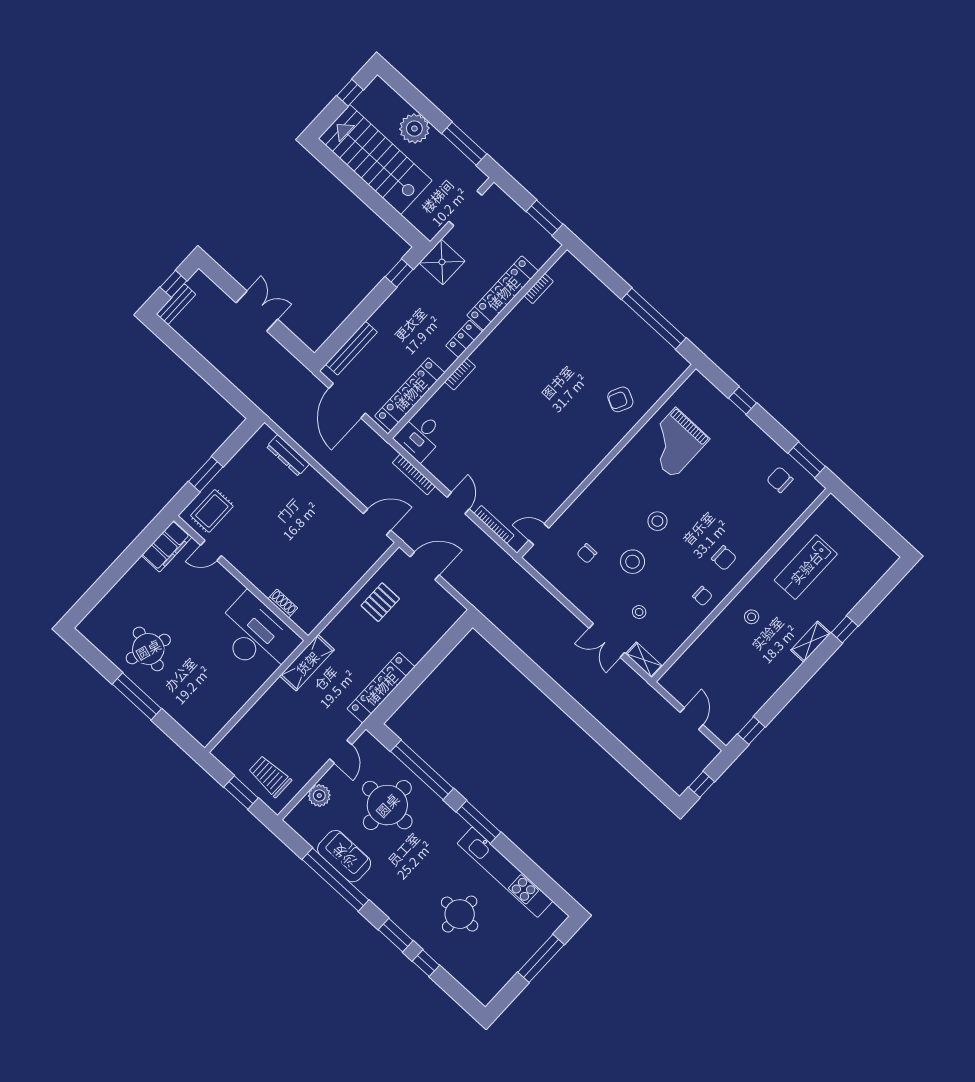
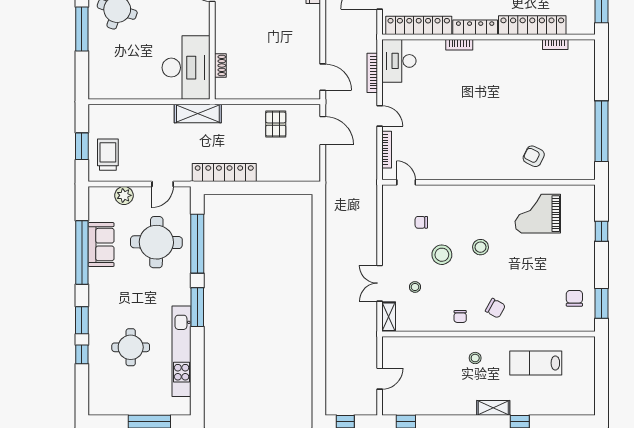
locker: (464, 339) -> (475, 27), width x1.53
desk: (420, 436) -> (399, 61), width x1.37
door: (458, 503) -> (380, 116), hinge flipped
chair: (724, 558) -> (495, 308), turned -61
pallet: (380, 602) -> (276, 124), turned 90

